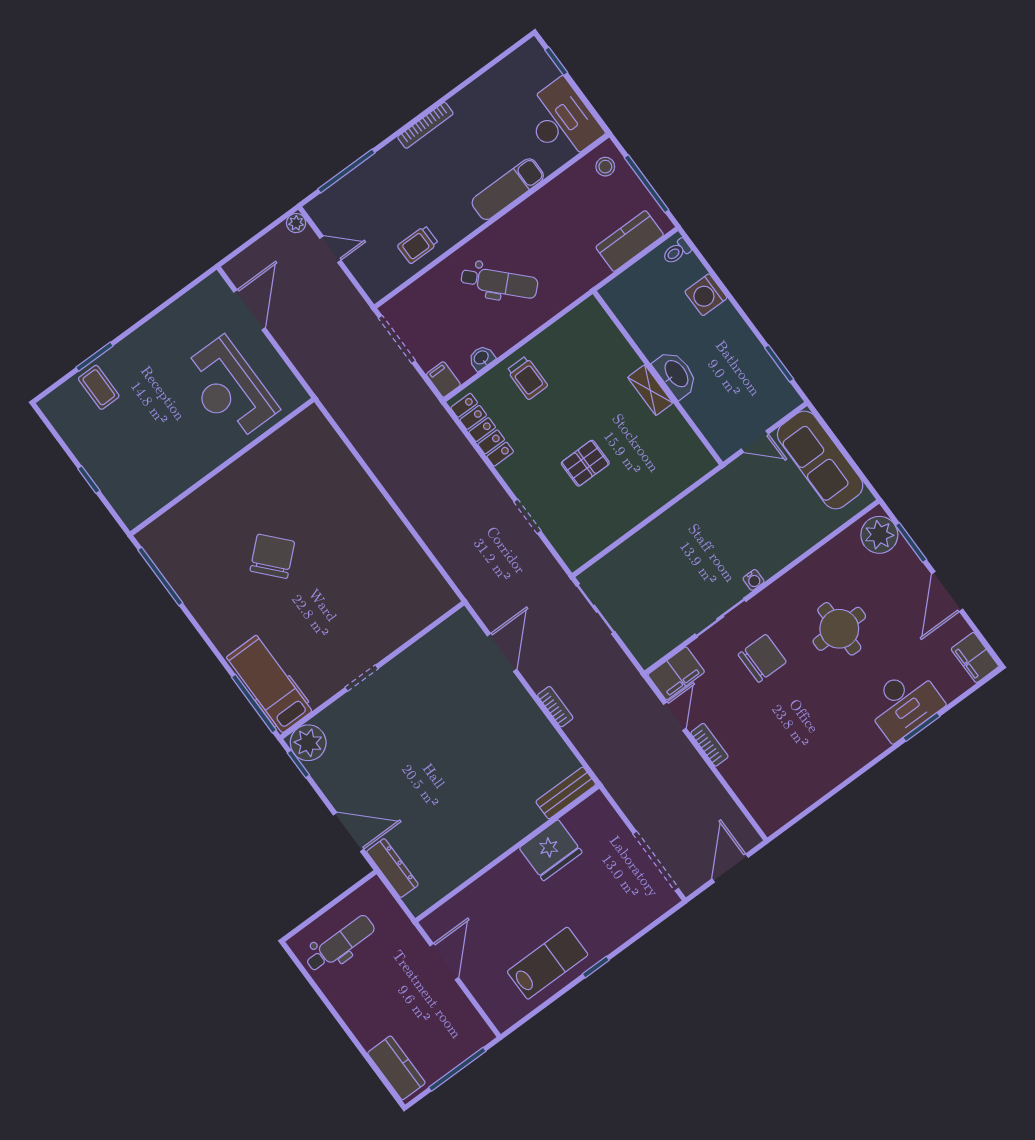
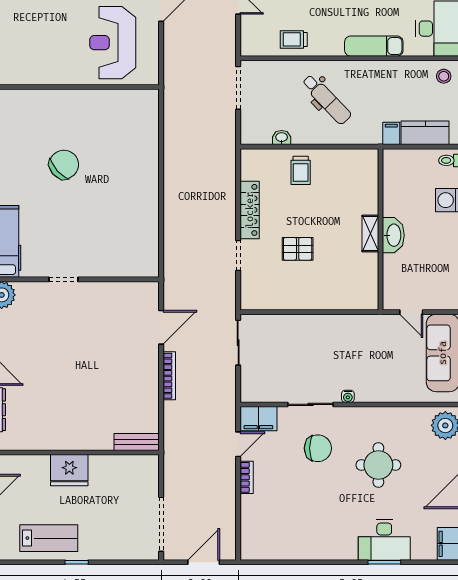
filing cabinet: (443, 379) -> (391, 133), moved
locker: (482, 430) -> (250, 210), moved
bookcase: (555, 707) -> (169, 376), width x1.56
fridge: (551, 850) -> (69, 470), moved

